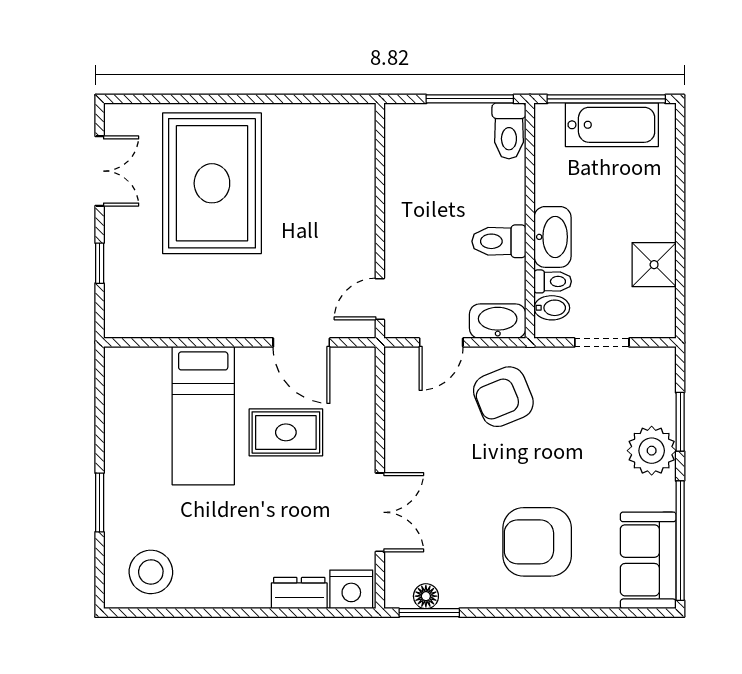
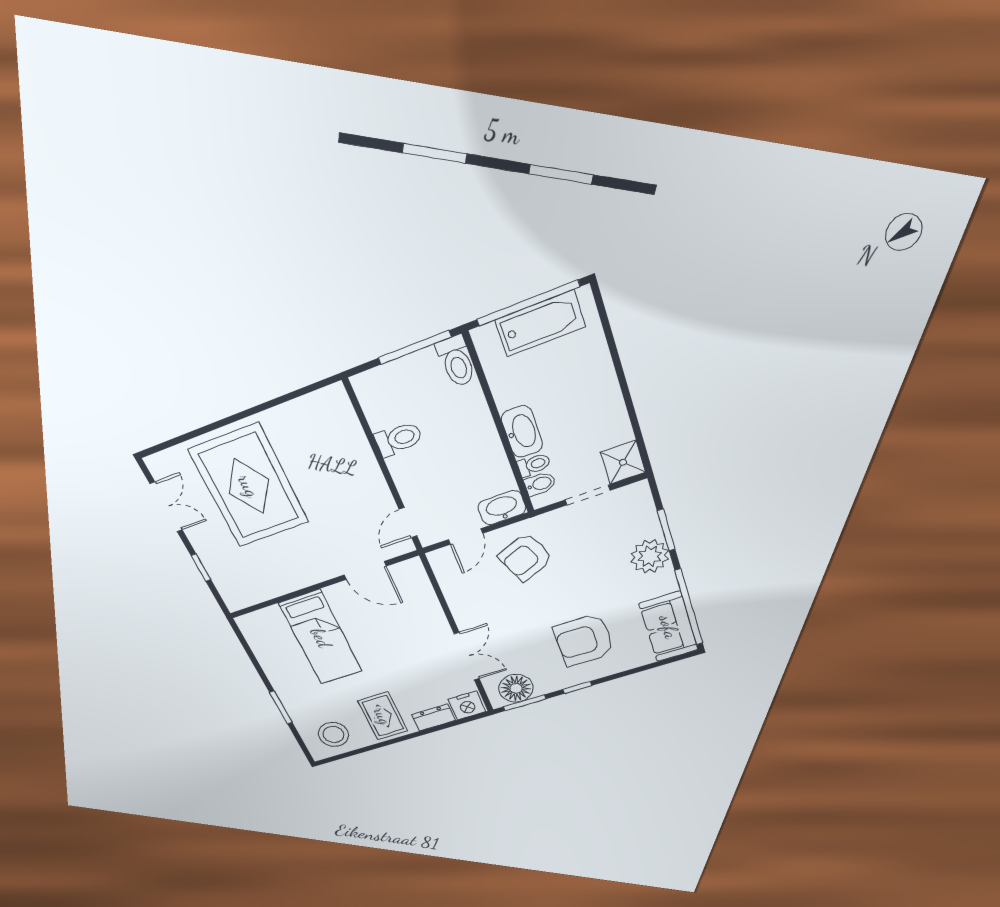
toilet: (499, 241) -> (399, 439), moved, turned 180
shower: (654, 265) -> (623, 462), moved
rug: (286, 432) -> (383, 716), moved, turned 90
floor lamp: (426, 596) -> (516, 688), width x1.89, depth x1.89
window: (506, 613) -> (577, 687), added

